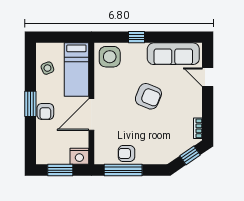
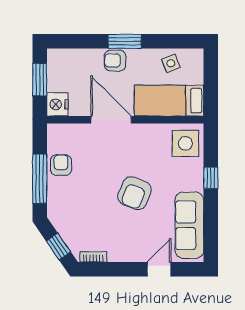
window: (123, 170) -> (40, 179), moved

